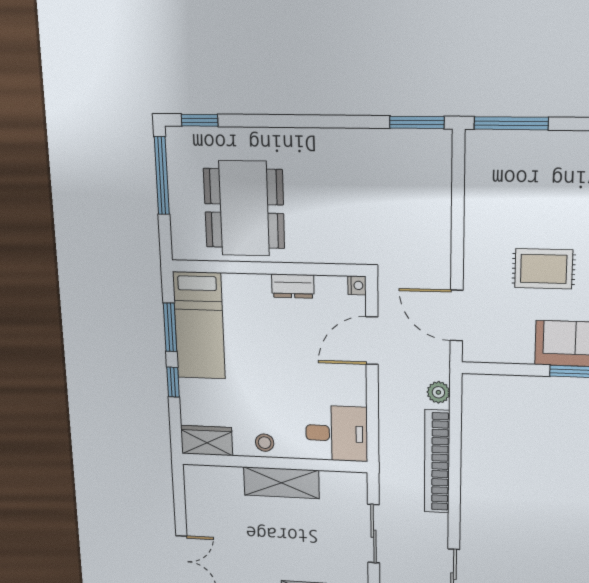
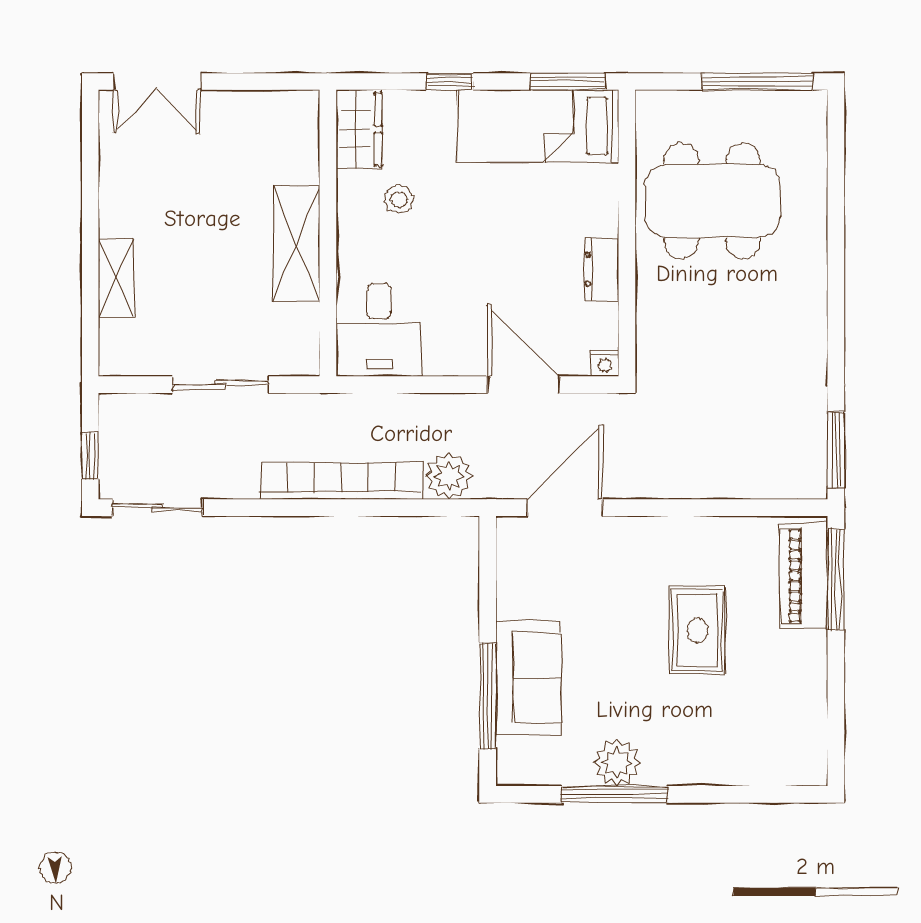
window: (200, 120) -> (836, 141), removed
piano: (508, 147) -> (804, 576), added
rug: (544, 269) -> (697, 630), moved
window: (170, 327) -> (568, 82), moved
plant: (438, 392) -> (449, 476), width x1.38, depth x1.38
stool: (265, 443) -> (399, 199), moved

